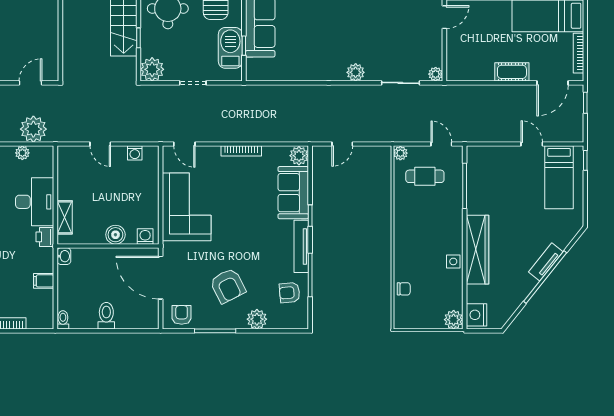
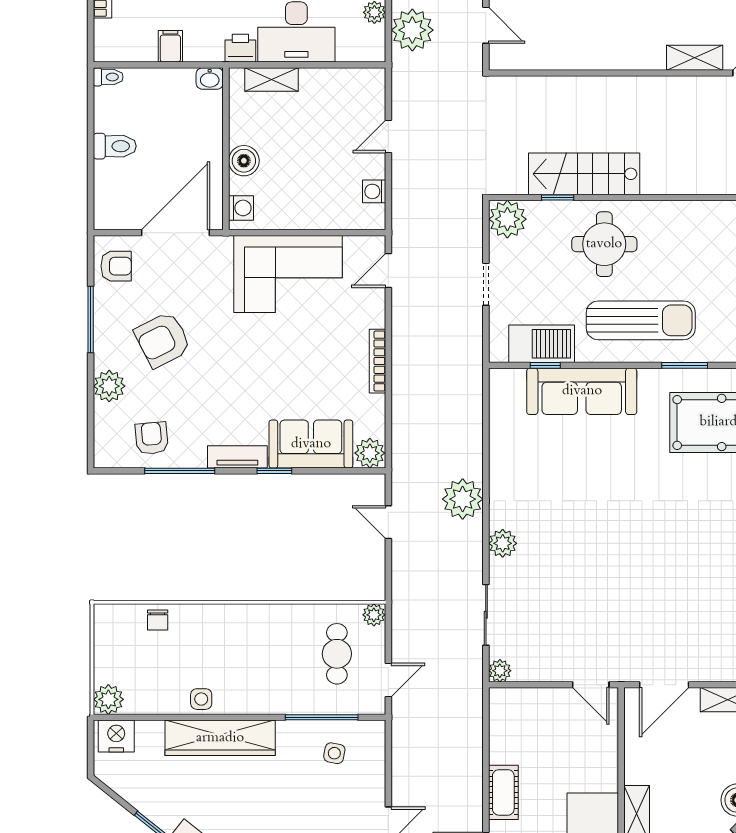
plant: (328, 97) -> (463, 499), added
side table: (487, 178) -> (334, 753), added
tv unit: (301, 246) -> (237, 457), width x0.71

